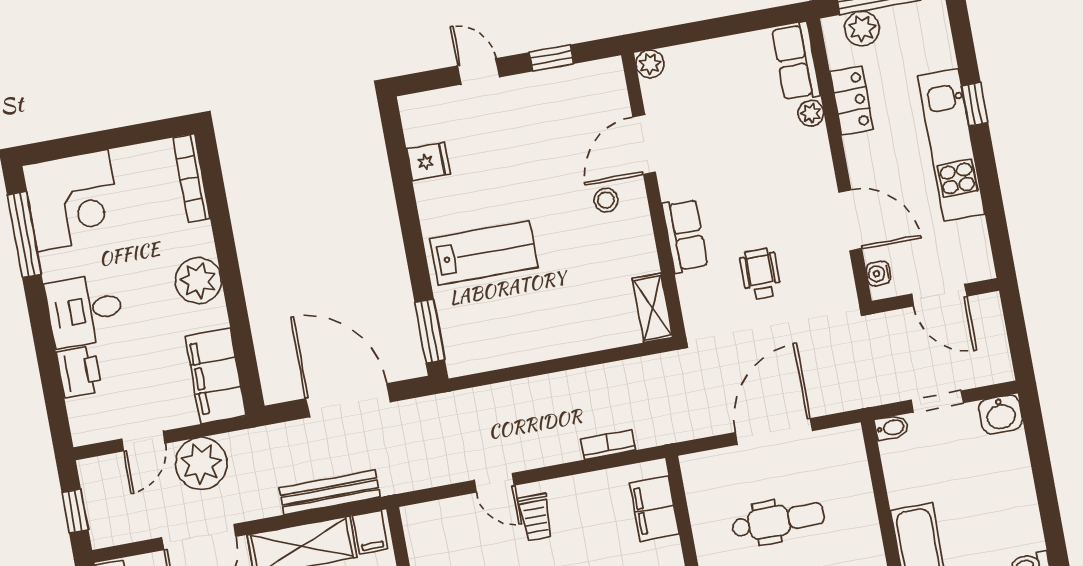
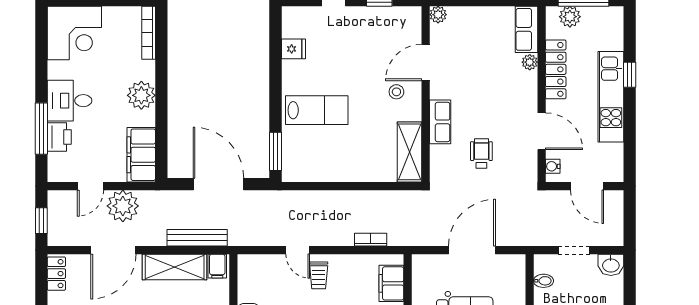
locker: (852, 100) -> (556, 69), width x1.53
window: (24, 235) -> (41, 129), moved
shelving: (652, 308) -> (409, 152), width x1.50, depth x1.33
bidet: (891, 428) -> (543, 281), moved

